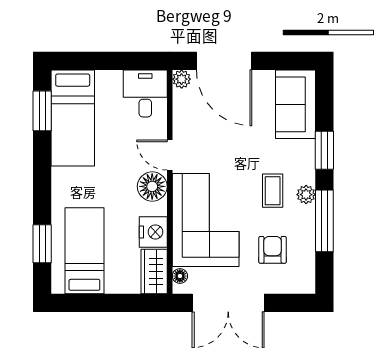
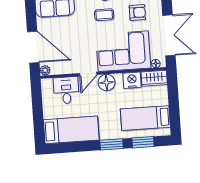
door: (224, 61) -> (33, 47), hinge flipped
desk: (145, 94) -> (66, 90), moved, turned 90
window: (42, 111) -> (112, 144), moved
armchair: (273, 250) -> (137, 12), turned 180

